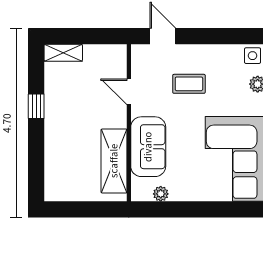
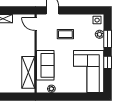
door: (129, 92) -> (36, 24), moved

